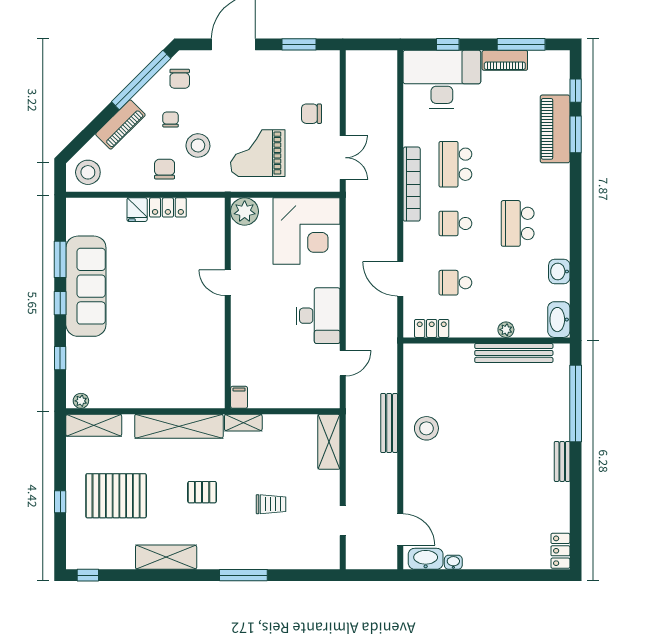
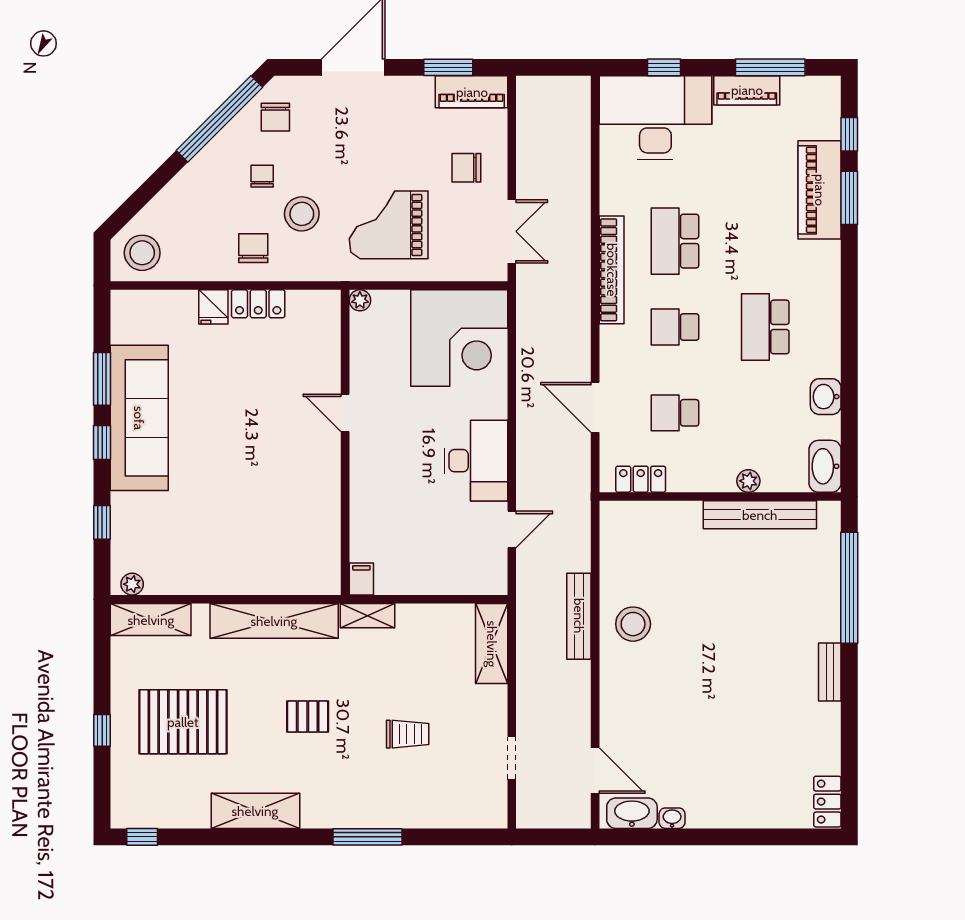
piano: (120, 125) -> (472, 92), moved, turned 45
plant: (245, 211) -> (360, 300), width x0.53, depth x0.53

